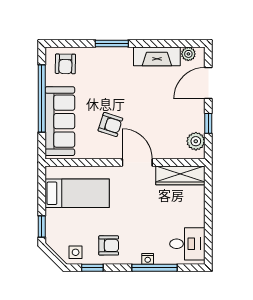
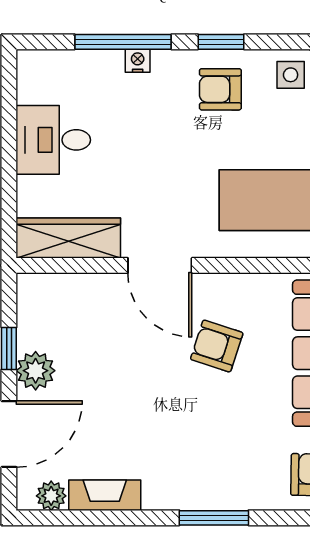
fireplace: (157, 56) -> (105, 495), width x0.73, depth x0.76
plant: (196, 141) -> (36, 371), moved
desk: (187, 244) -> (53, 140), moved
window: (92, 268) -> (221, 42), moved

